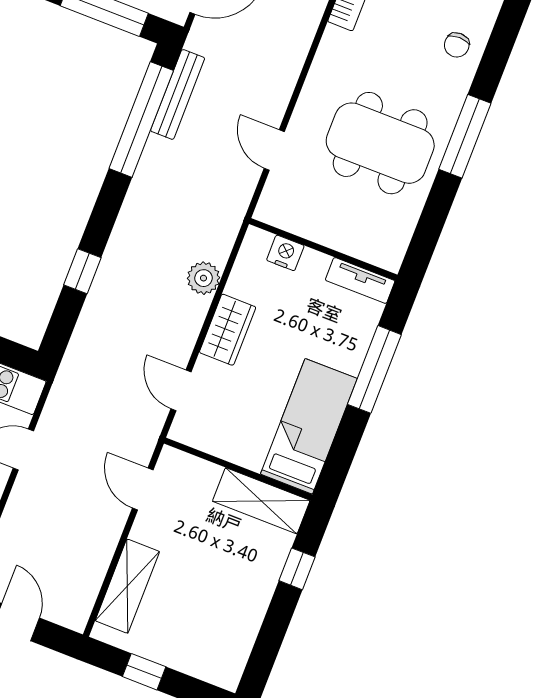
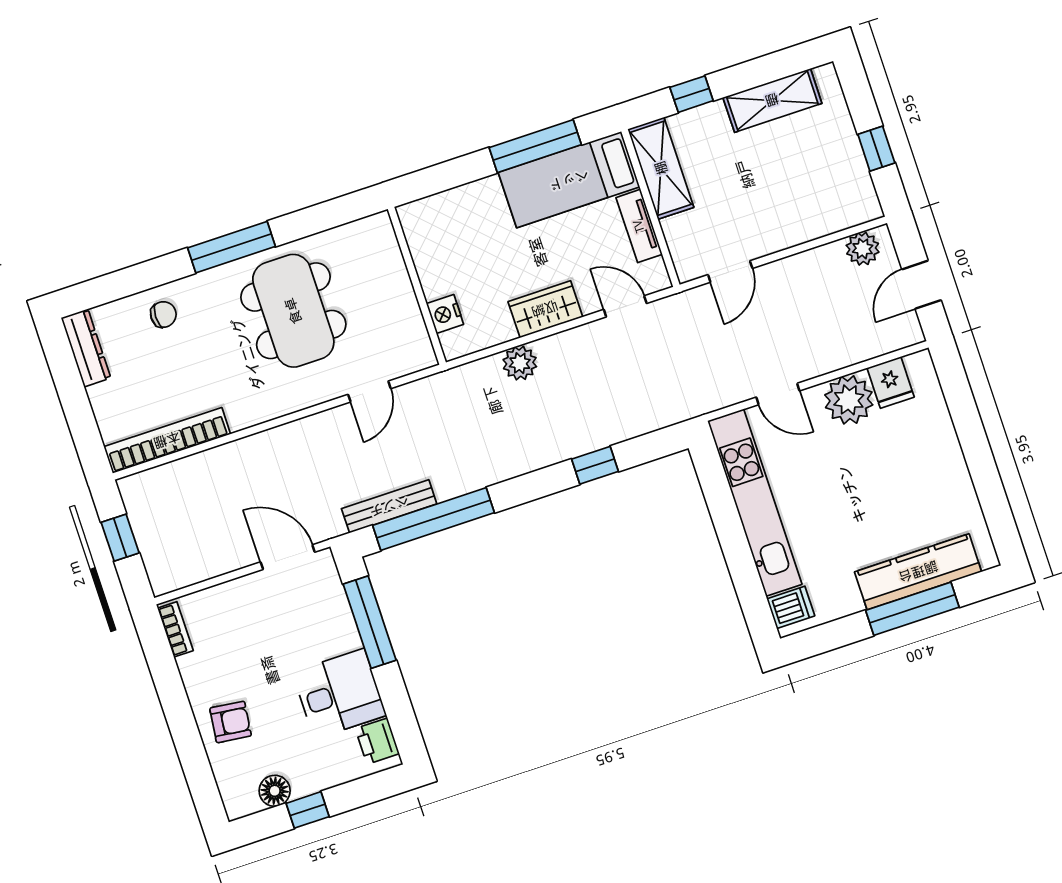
tv unit: (360, 280) -> (639, 226), moved, turned 180
window: (374, 369) -> (535, 146), moved
door: (181, 390) -> (625, 306), swing flipped
shelving: (127, 586) -> (772, 100), moved
plant: (79, 601) -> (863, 249), added

